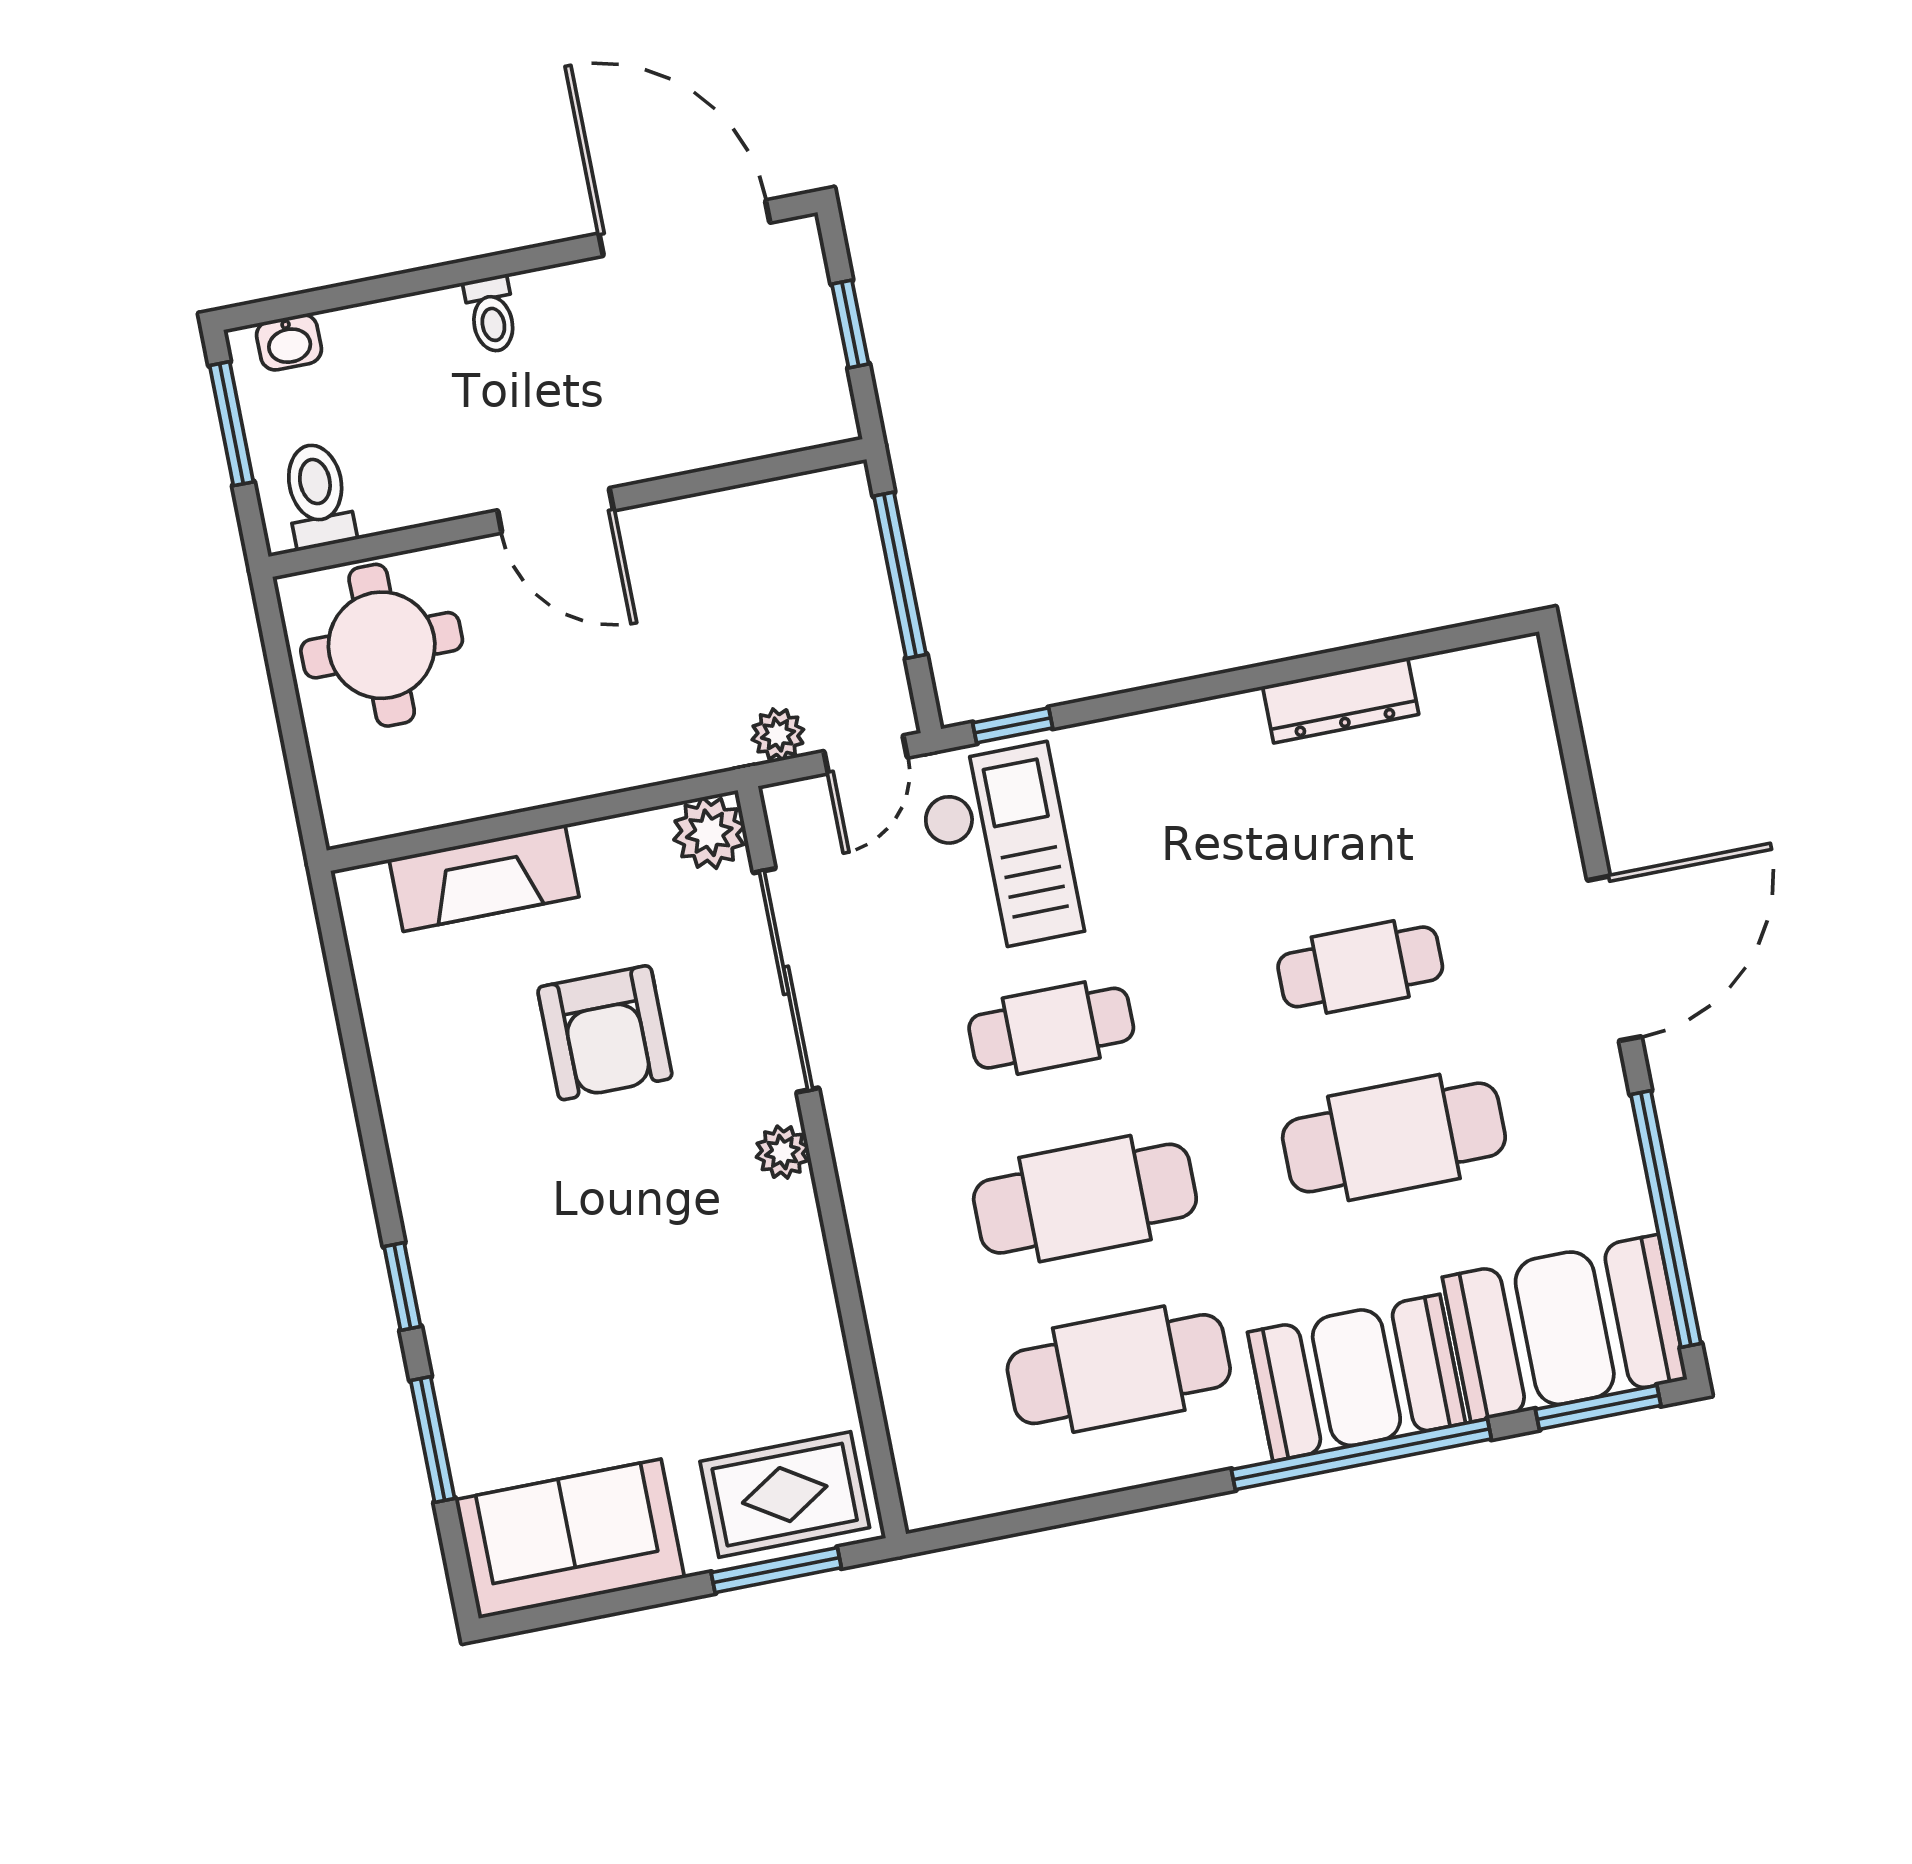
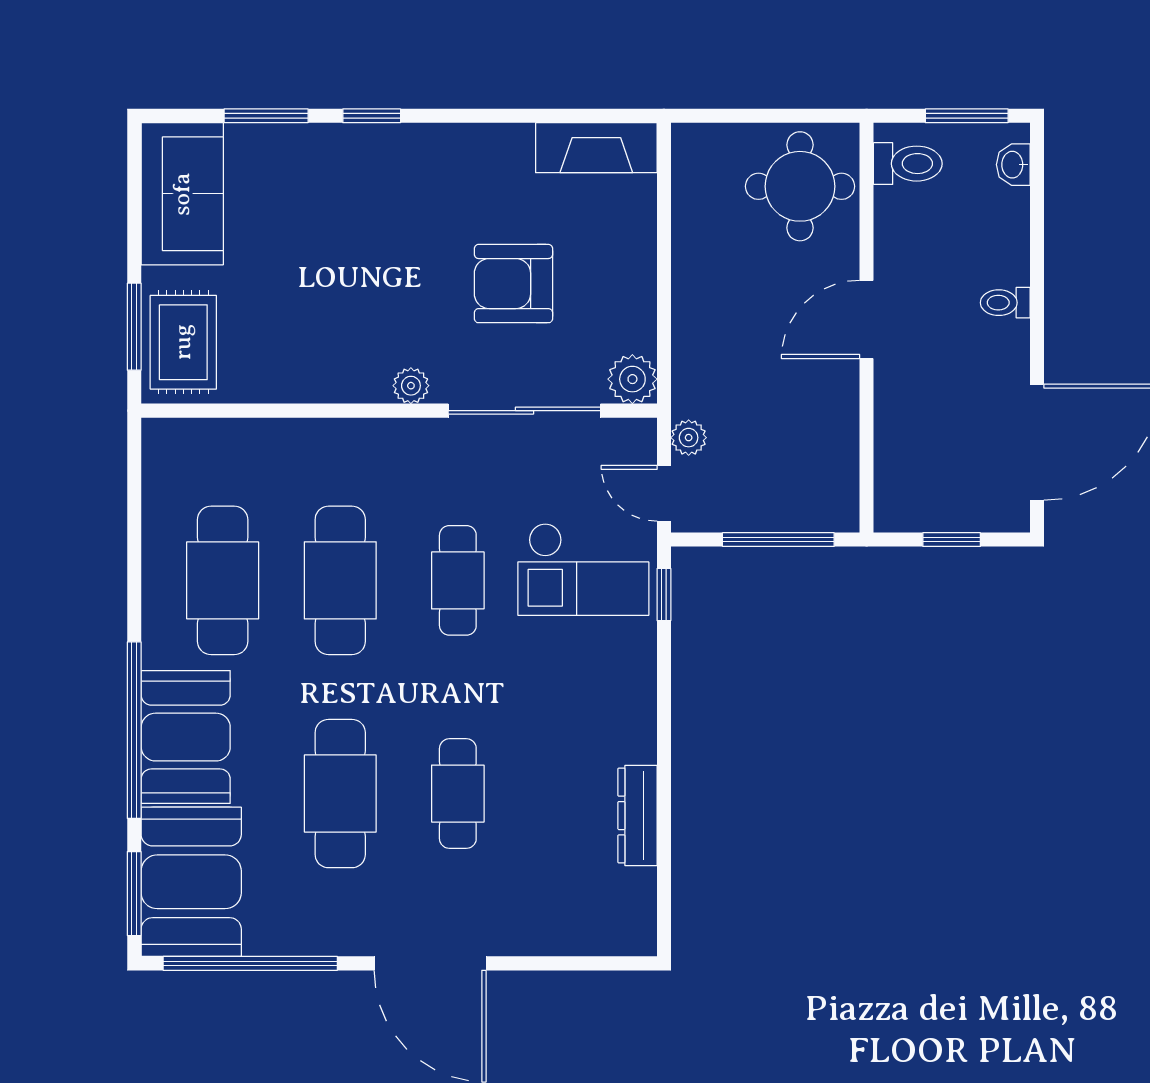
fireplace: (484, 878) -> (596, 148), moved, turned -90

